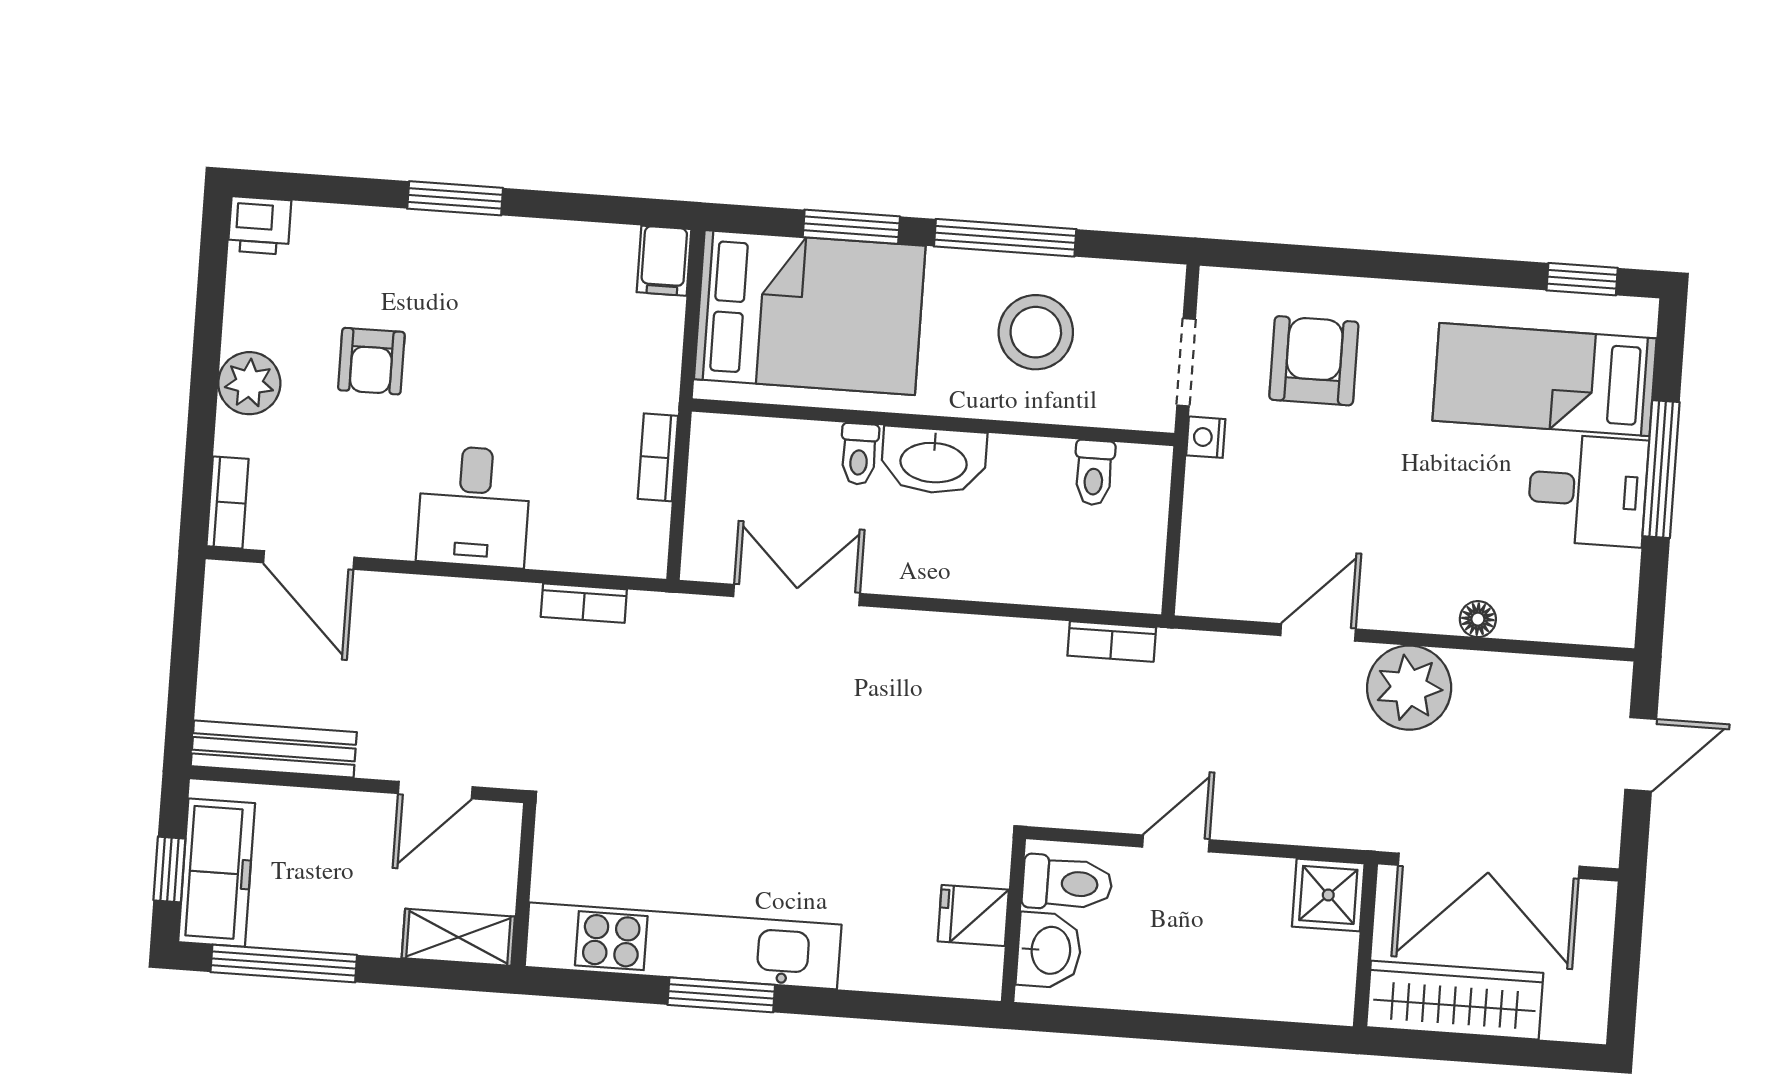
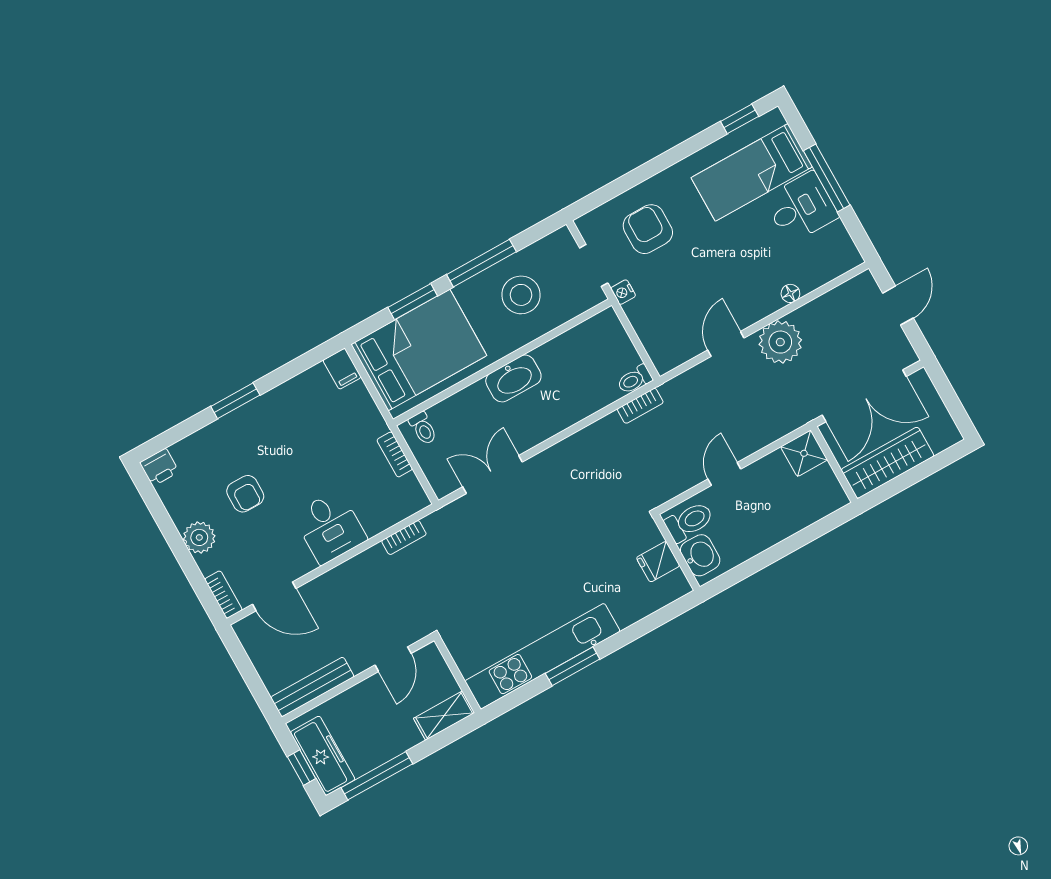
toilet: (859, 454) -> (423, 428), moved
toilet: (1094, 473) -> (635, 379), moved, turned 90

